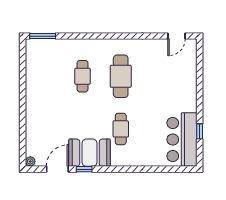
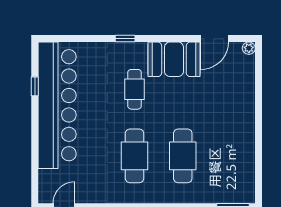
cafe table: (83, 76) -> (183, 156), width x1.37, depth x1.35
bar counter: (182, 140) -> (57, 105), width x1.86
window: (84, 169) -> (125, 39), moved

